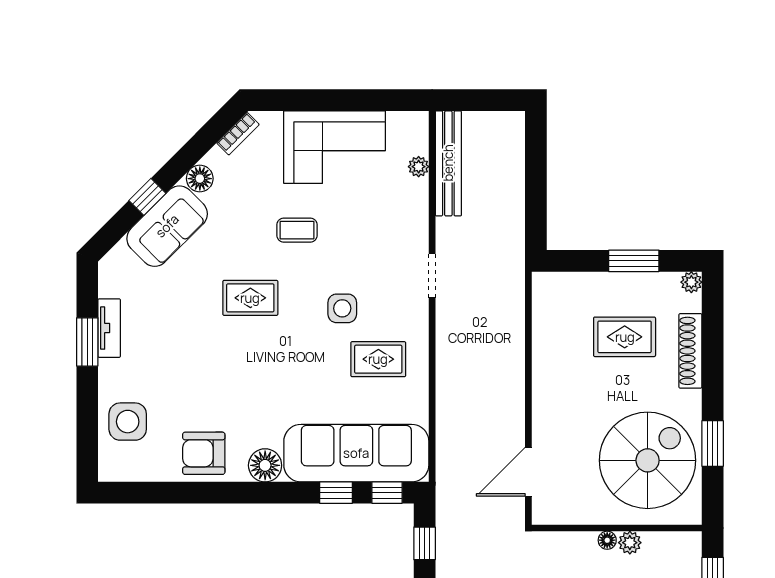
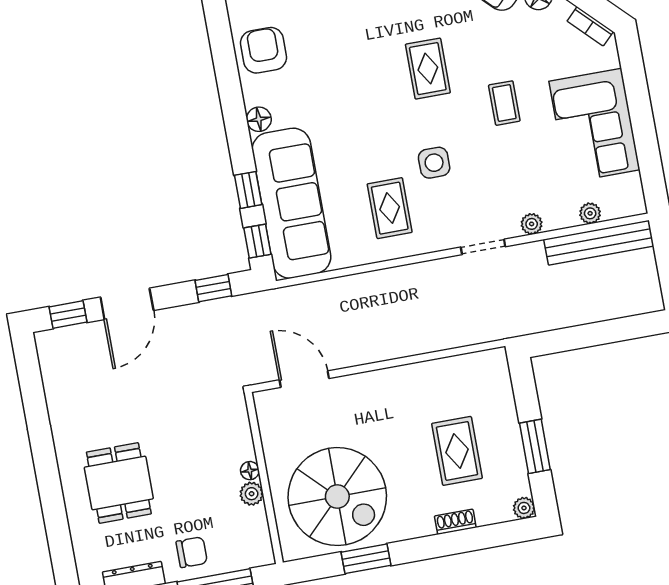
plant: (418, 225) -> (532, 224), added
shoe rack: (690, 351) -> (455, 522), width x0.51, depth x0.81
floor lamp: (265, 465) -> (259, 119), width x0.73, depth x0.73

